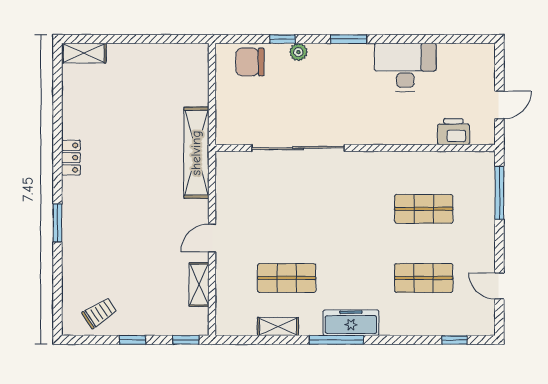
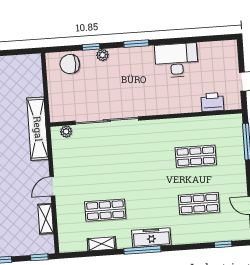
plant: (238, 160) -> (66, 132), added

